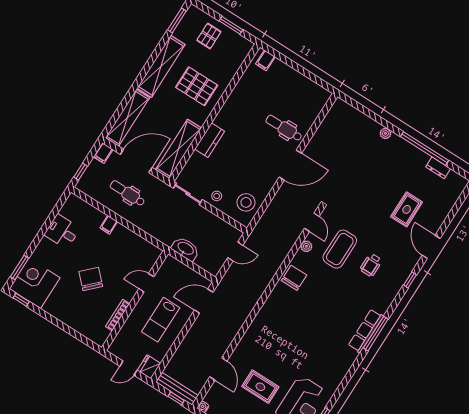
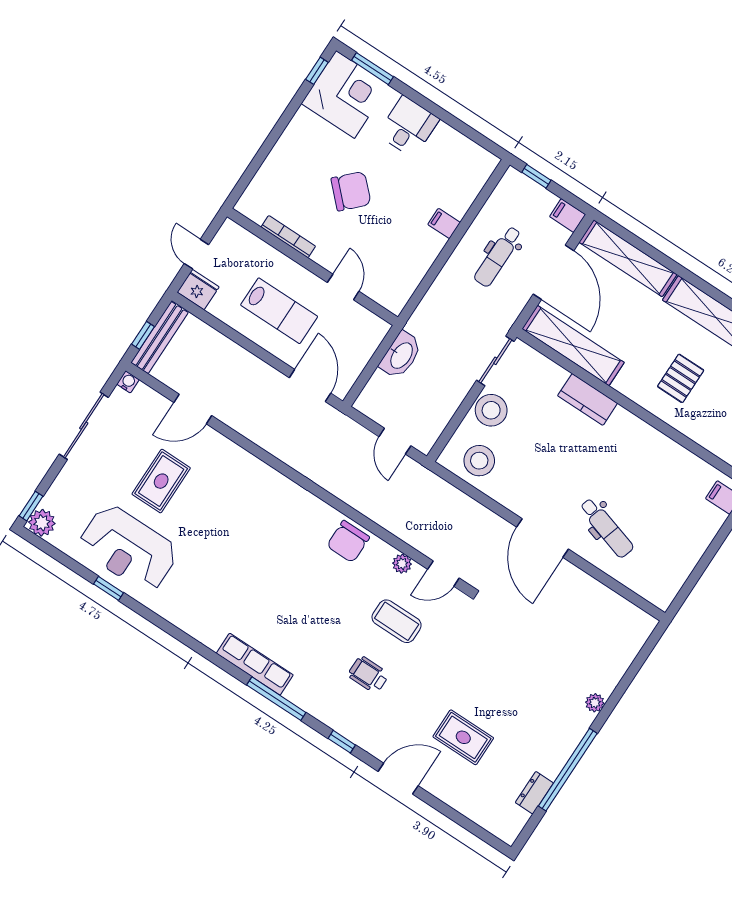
pallet: (197, 86) -> (681, 378), width x0.67, depth x0.71
dental chair: (284, 128) -> (606, 528), turned 108
dental chair: (127, 193) -> (498, 256), turned 180
stool: (217, 196) -> (491, 410), width x1.89, depth x1.89
desk: (62, 231) -> (408, 127), moved
coffee table: (340, 249) -> (397, 621), width x0.73, depth x0.76
chair: (294, 278) -> (348, 542), turned 90
lab bench: (161, 320) -> (279, 311), turned 180
window: (376, 334) -> (276, 699), moved

